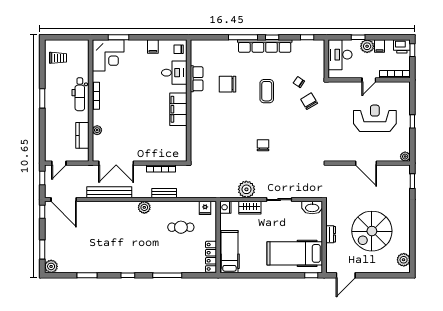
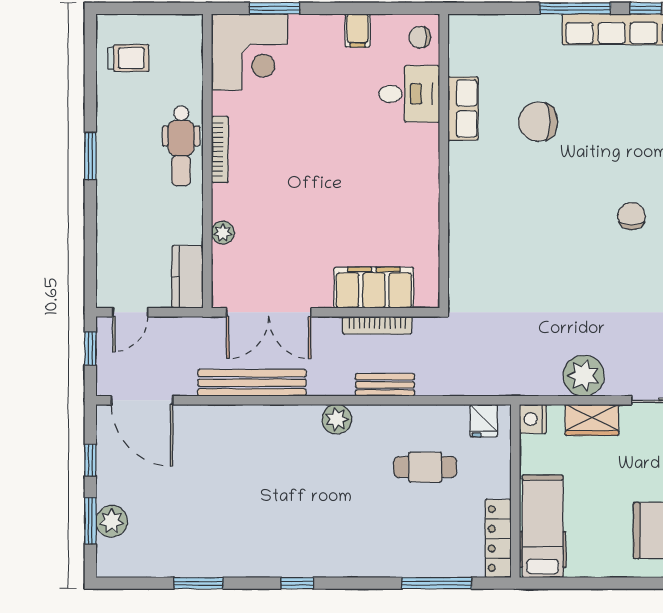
coffee table: (267, 91) -> (633, 138), removed
filing cabinet: (178, 109) -> (374, 288), moved, turned 90
kitchen counter: (82, 135) -> (187, 277), moved
chair: (263, 145) -> (632, 216), moved
window: (42, 212) -> (90, 460), moved
plant: (51, 266) -> (112, 521), moved
window: (167, 275) -> (437, 583), moved

